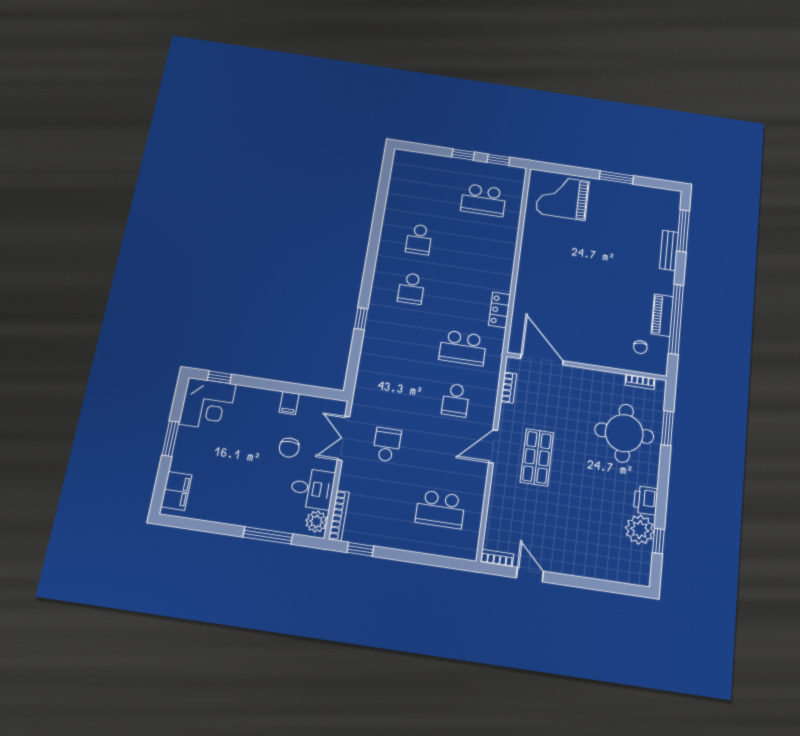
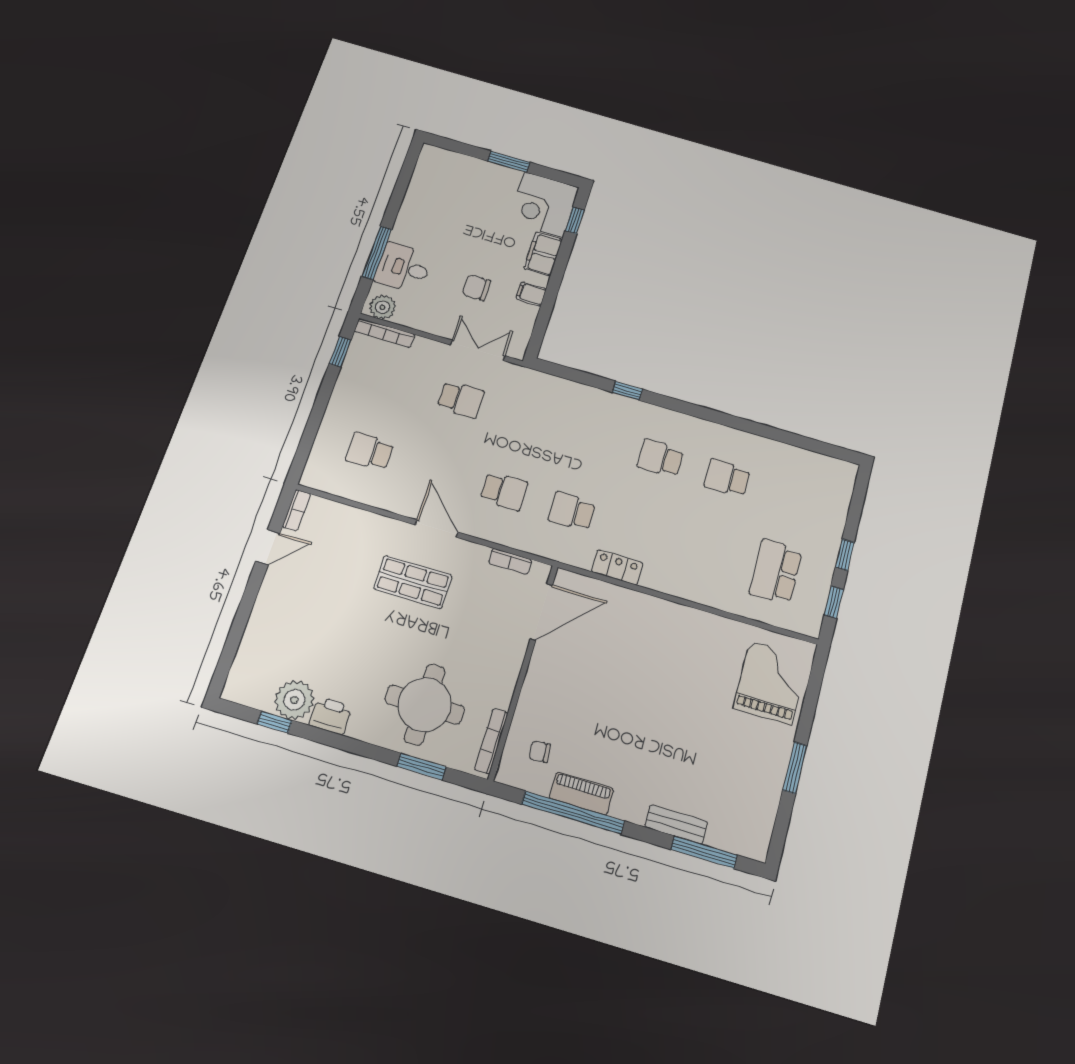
school desk: (463, 348) -> (572, 511), width x0.54
bookcase: (640, 382) -> (491, 741), width x1.56
school desk: (456, 400) -> (504, 491), turned 180
desk: (312, 489) -> (403, 268), moved, turned 90
filing cabinet: (176, 491) -> (543, 254), moved, turned 90
school desk: (440, 509) -> (370, 451), width x0.54

